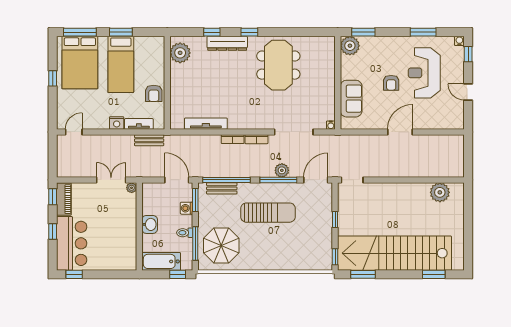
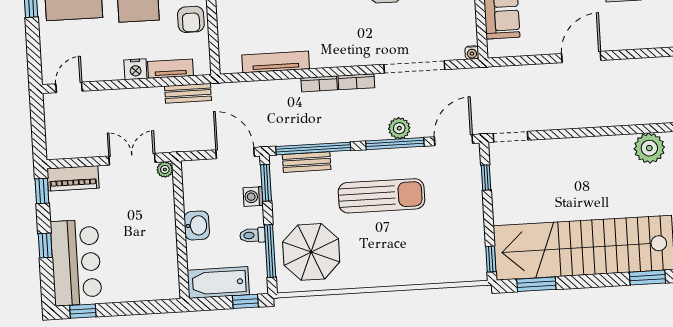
piano: (64, 199) -> (73, 178), moved, turned 90
window: (335, 220) -> (486, 178), moved

